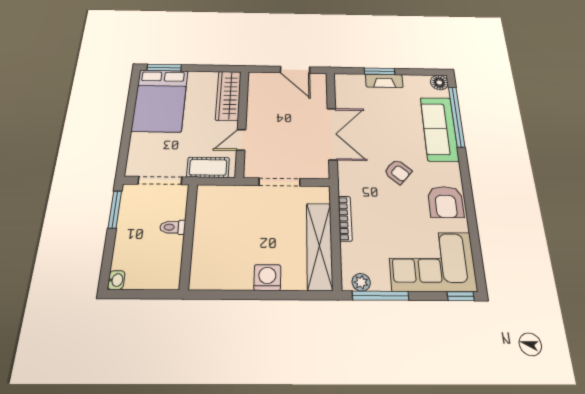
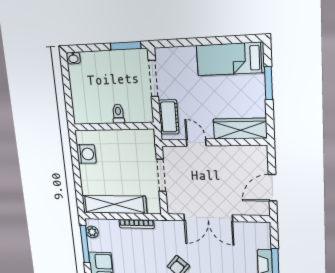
window: (164, 68) -> (269, 83), moved
bed: (160, 100) -> (230, 59), width x0.67
toilet: (173, 227) -> (118, 114), moved
wall: (189, 235) -> (114, 126), moved
washing machine: (267, 277) -> (86, 154), moved

